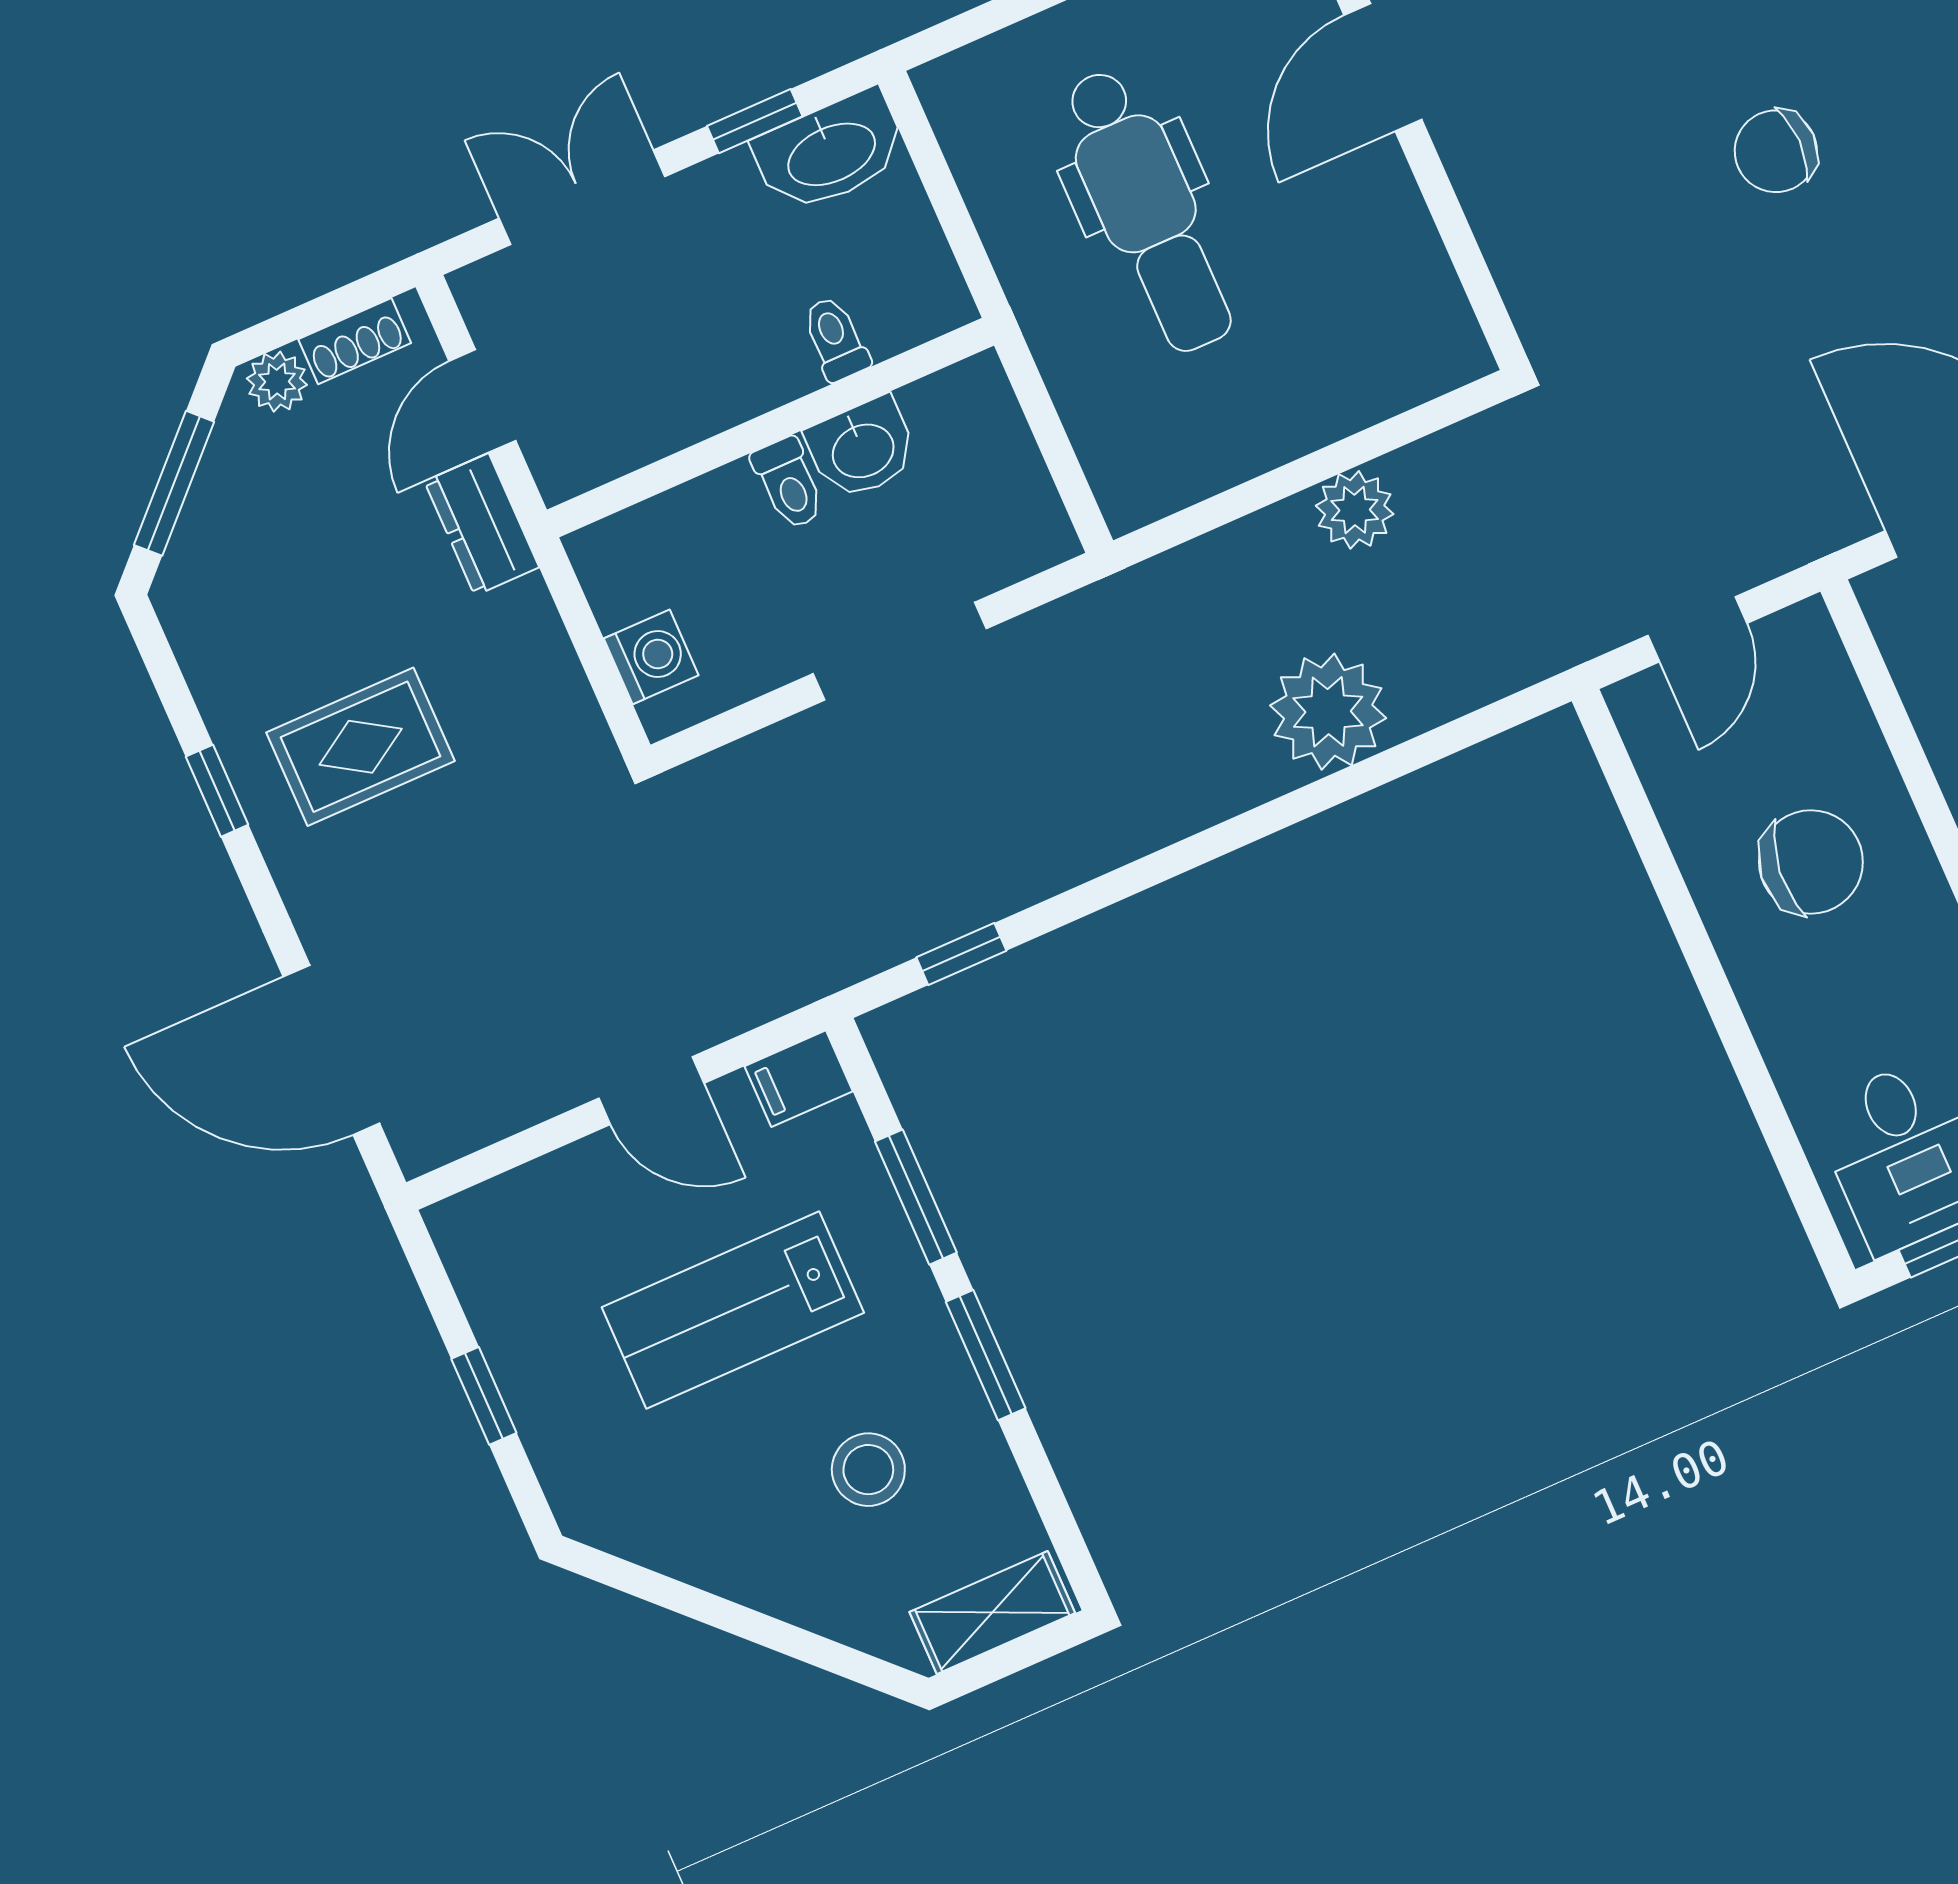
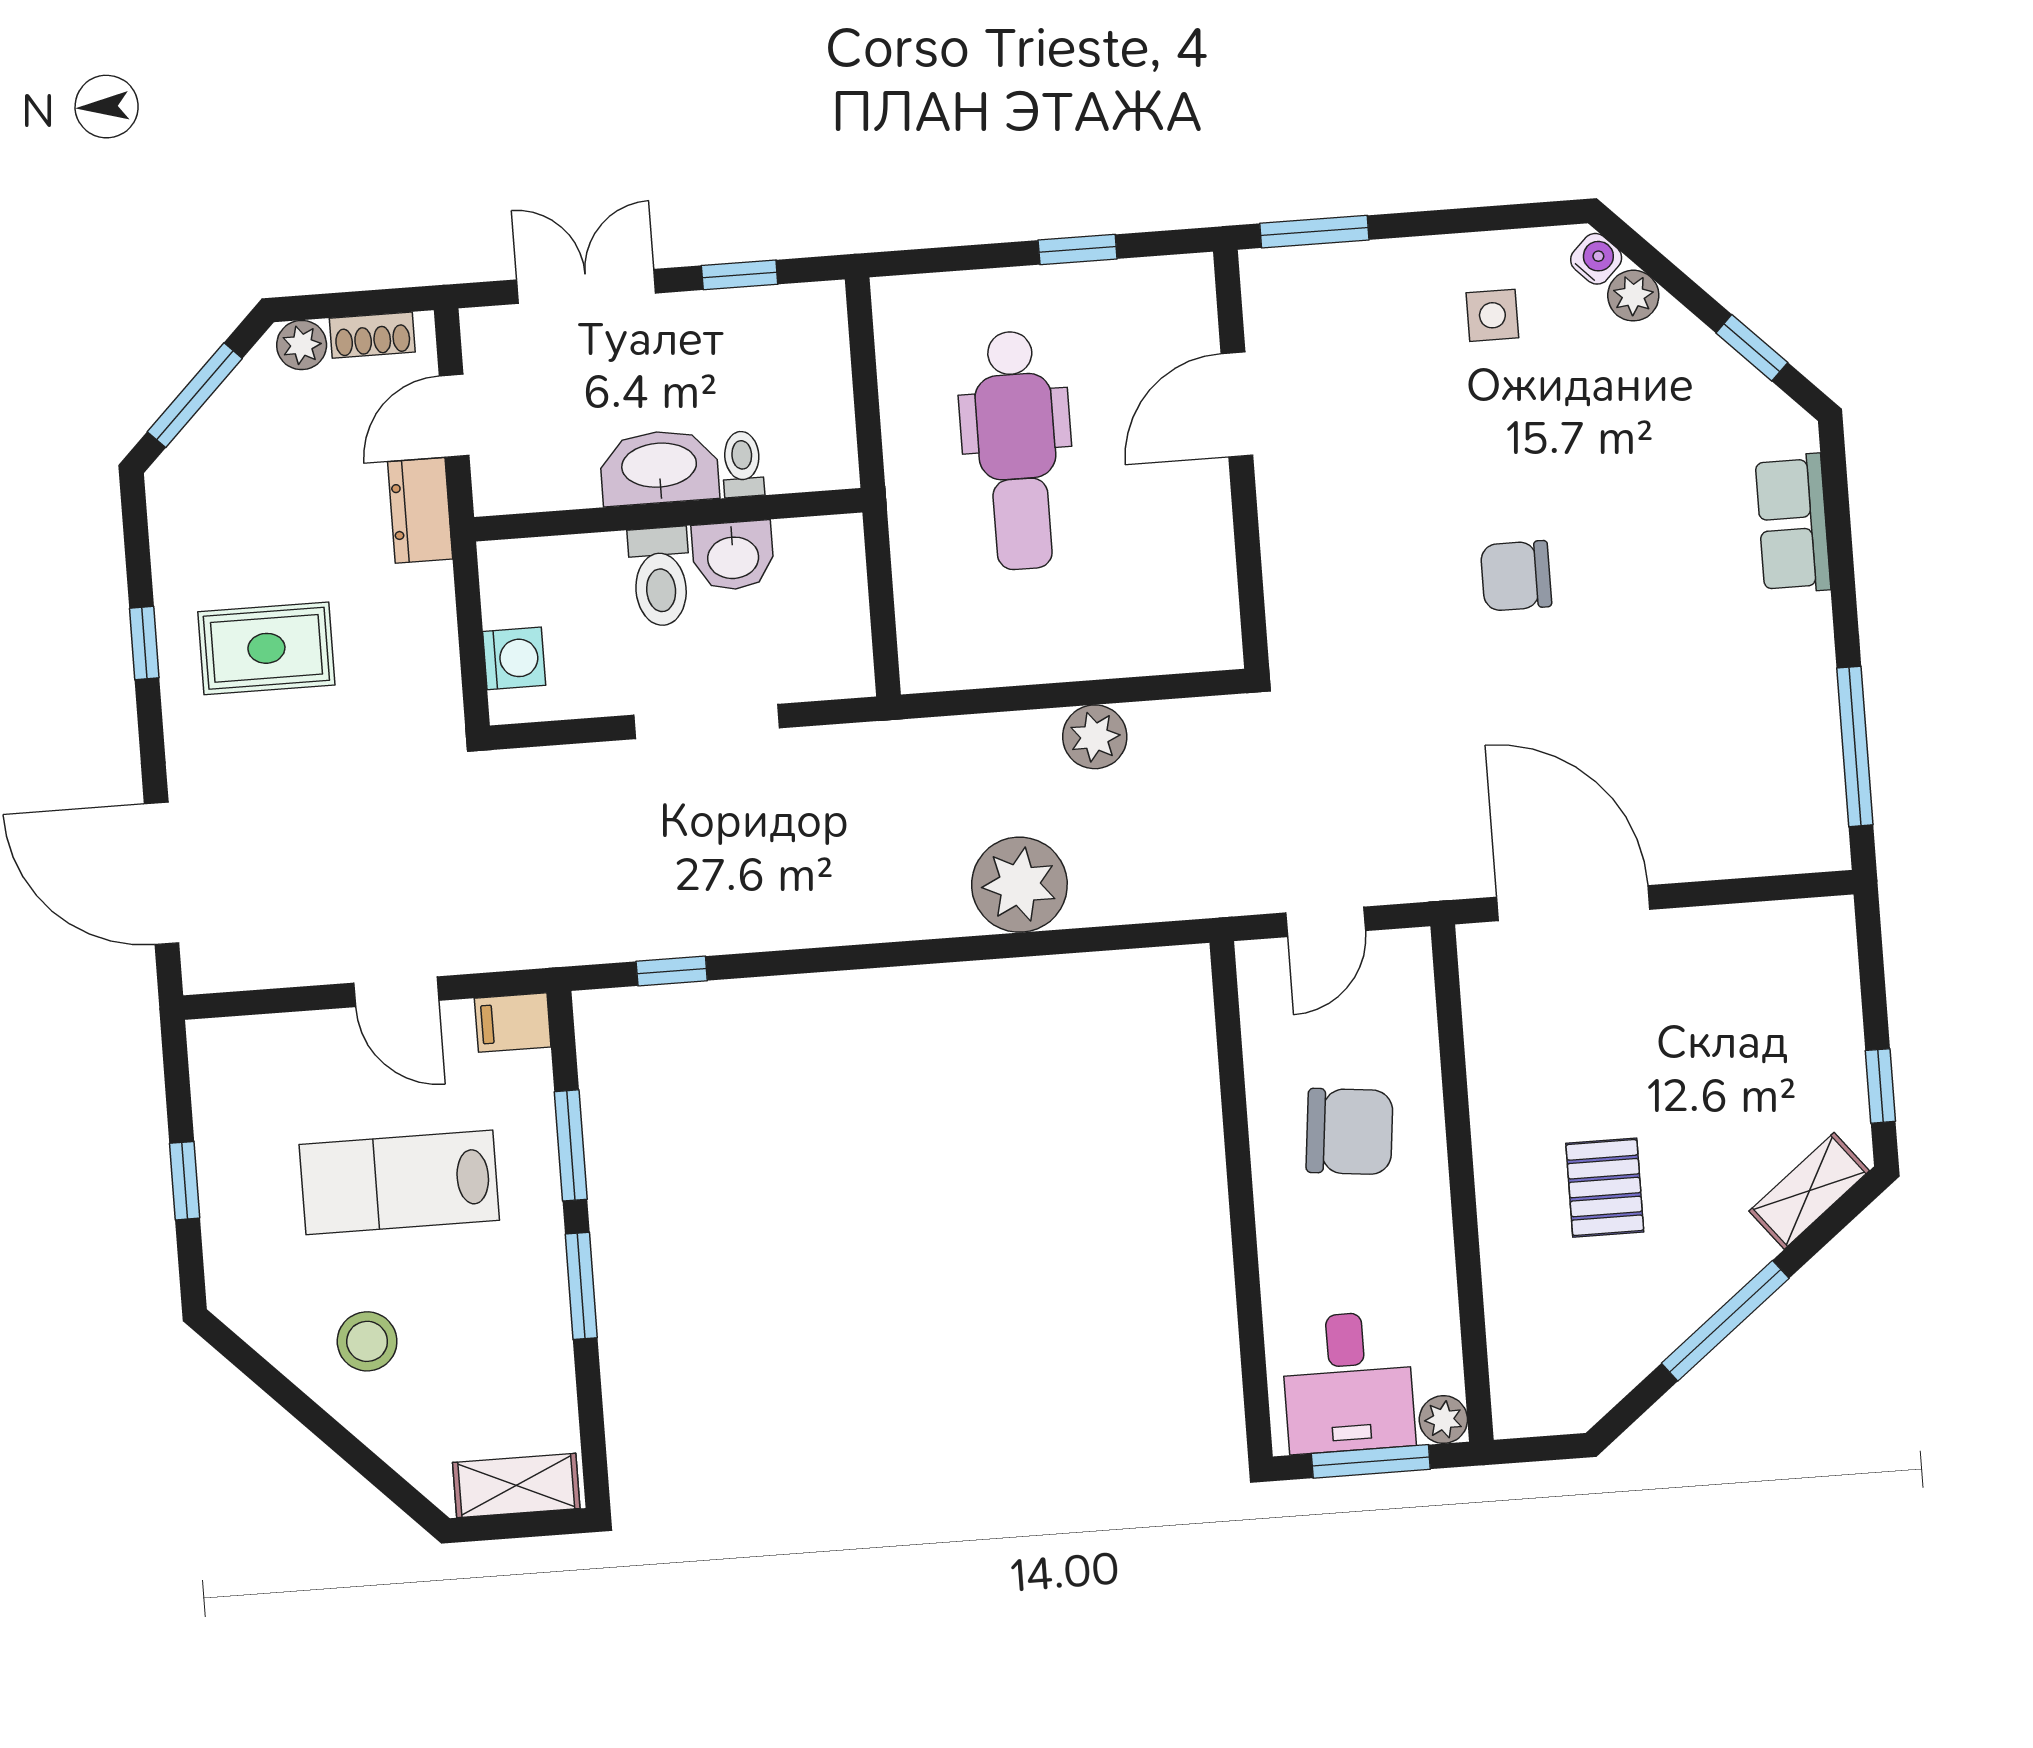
washbasin: (831, 152) -> (659, 467), moved, turned 180
toilet: (789, 483) -> (660, 577), width x1.37, depth x1.39
stool: (868, 1470) -> (367, 1341), moved

